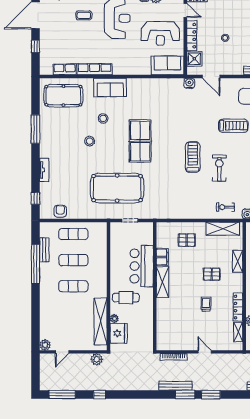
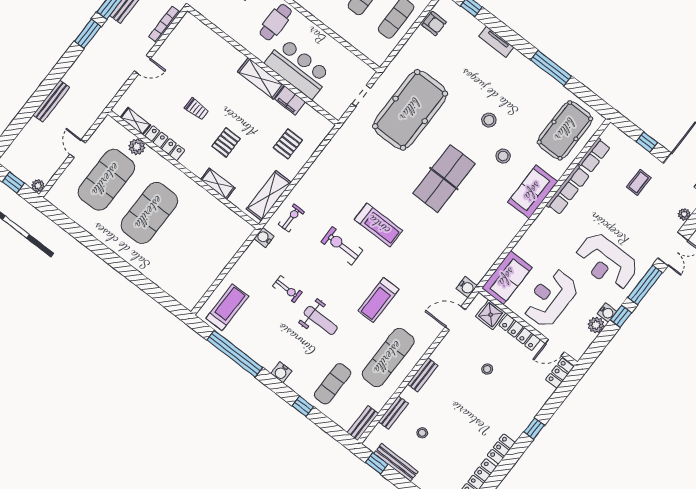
coffee table: (84, 15) -> (639, 182), moved
table tennis table: (140, 141) -> (444, 179), turned 90
exercise bike: (219, 168) -> (342, 246), turned 180

